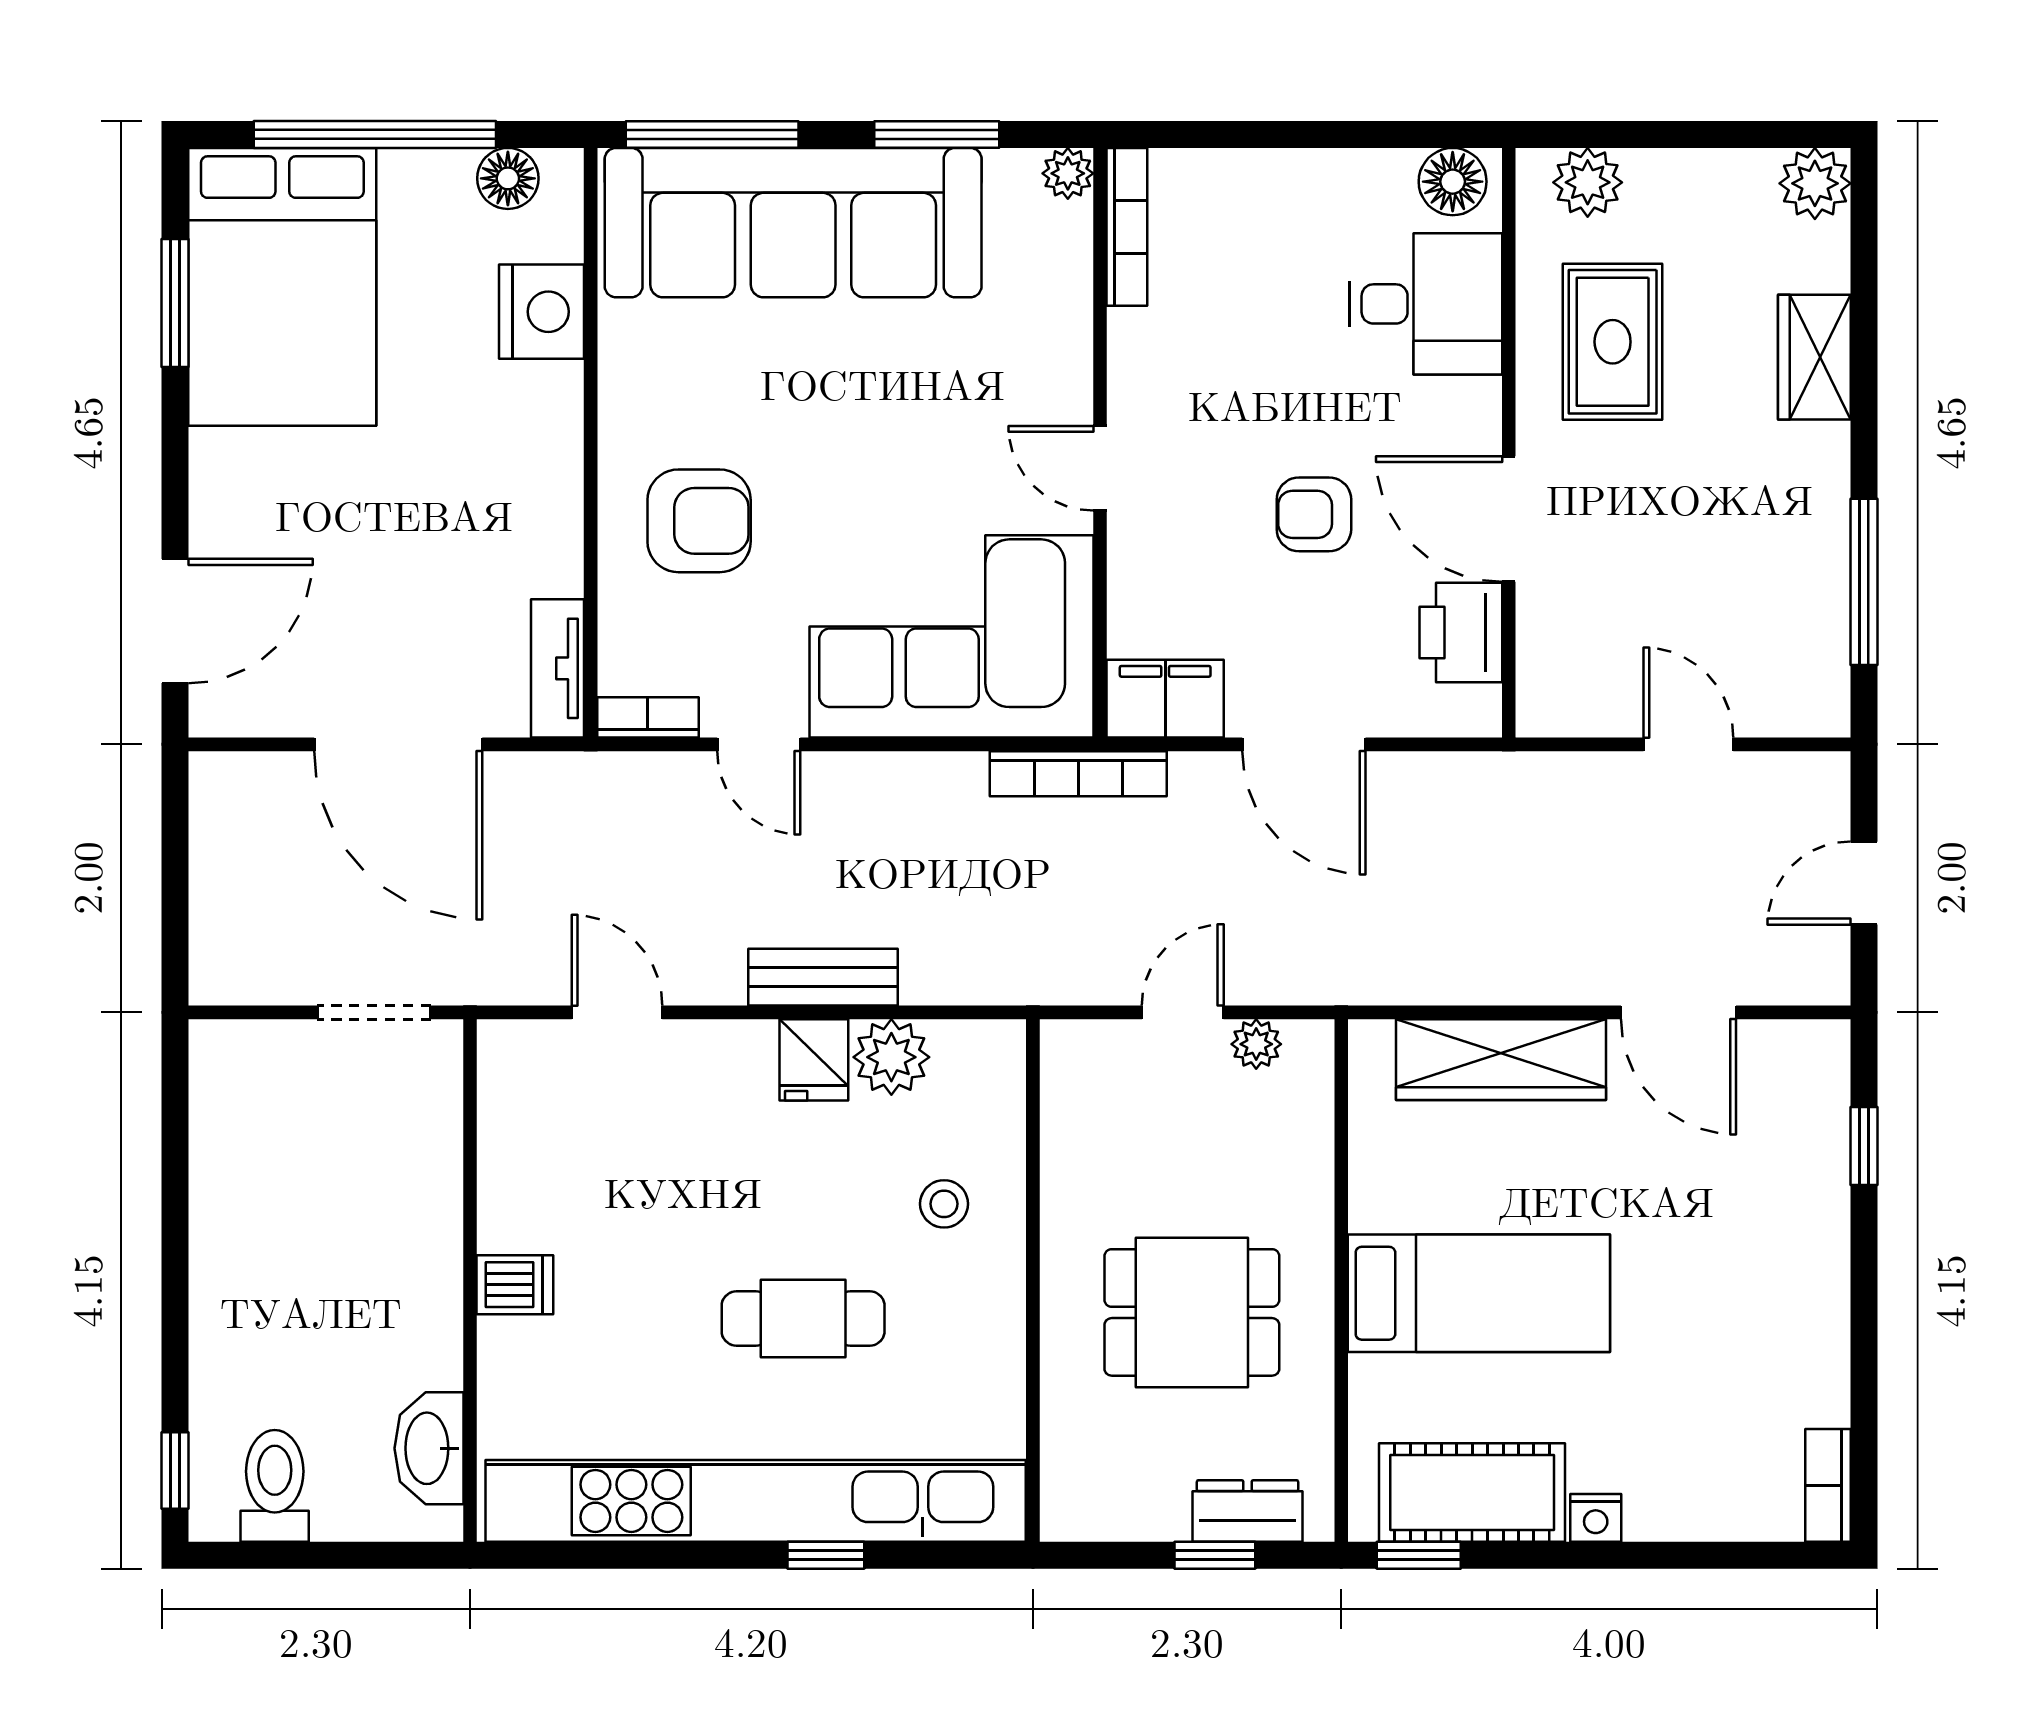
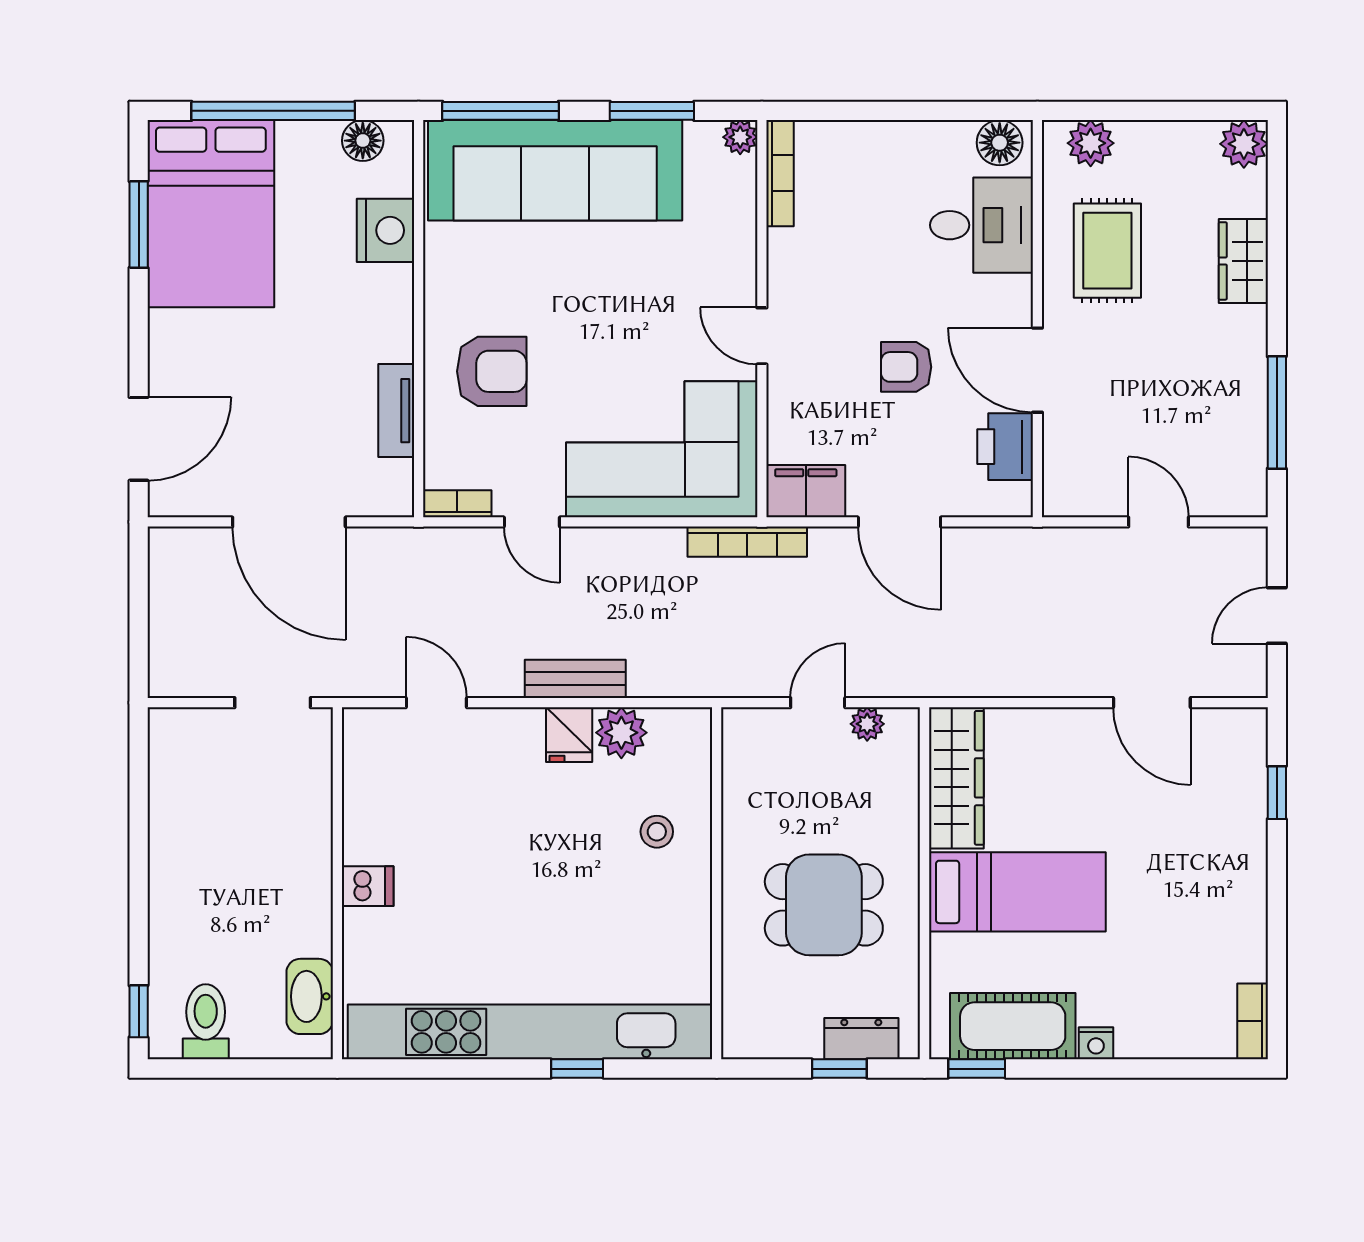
tv unit: (557, 668) -> (396, 411), moved
wardrobe: (1501, 1060) -> (956, 778), moved, turned -90
cafe table: (803, 1319) -> (562, 909), removed

